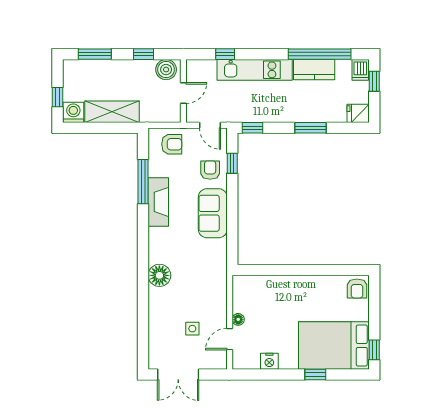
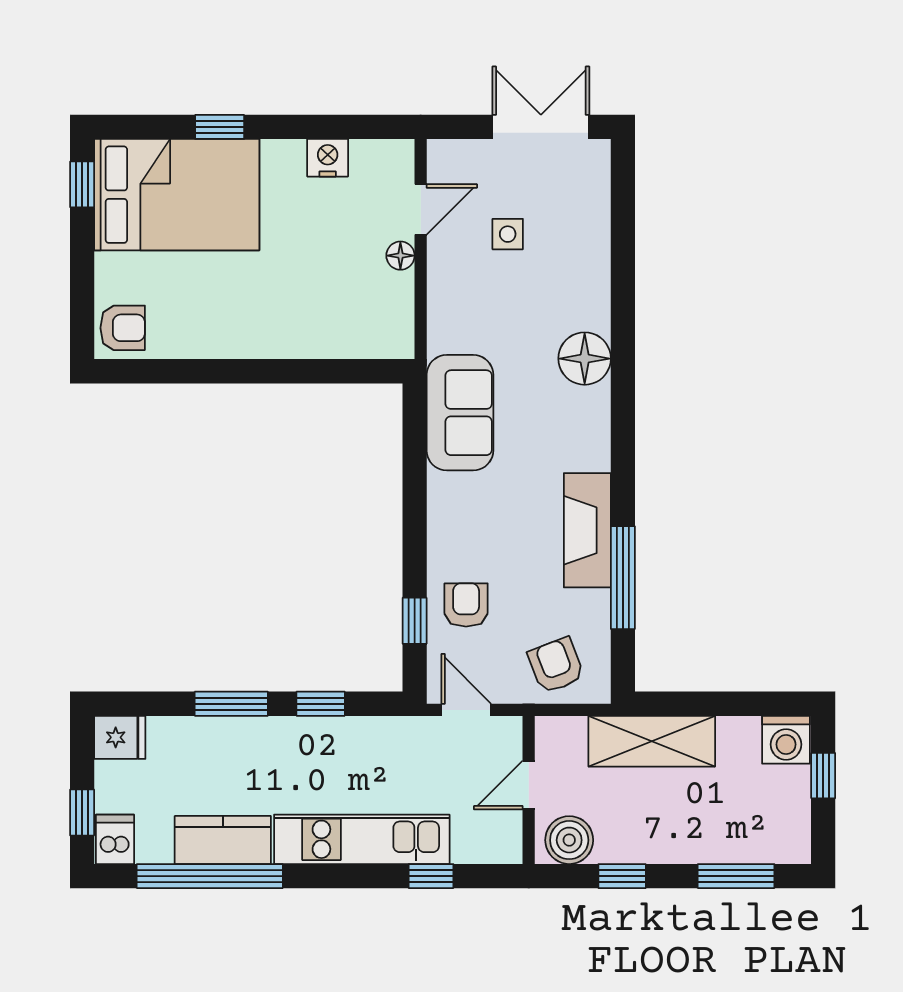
shelving: (112, 112) -> (652, 741), moved
window: (252, 128) -> (321, 704), moved
armchair: (172, 144) -> (556, 665), turned 69
armchair: (210, 170) -> (466, 605), turned 180
sofa: (213, 213) -> (460, 413), moved
armchair: (357, 289) -> (123, 328), turned 90

